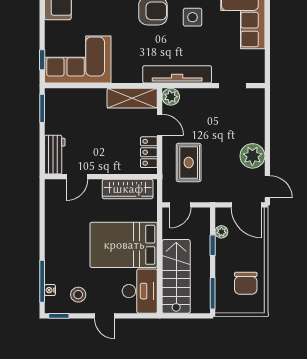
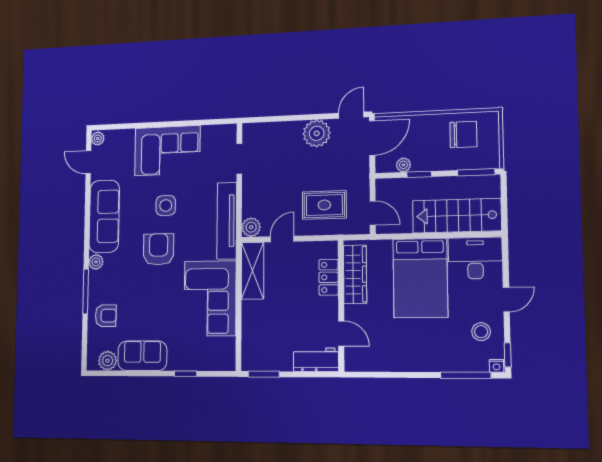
window: (42, 60) -> (186, 374), moved
corner sofa: (78, 60) -> (210, 298), moved
locker: (149, 152) -> (329, 277), moved, turned 90
nightstand: (50, 290) -> (497, 366), moved

